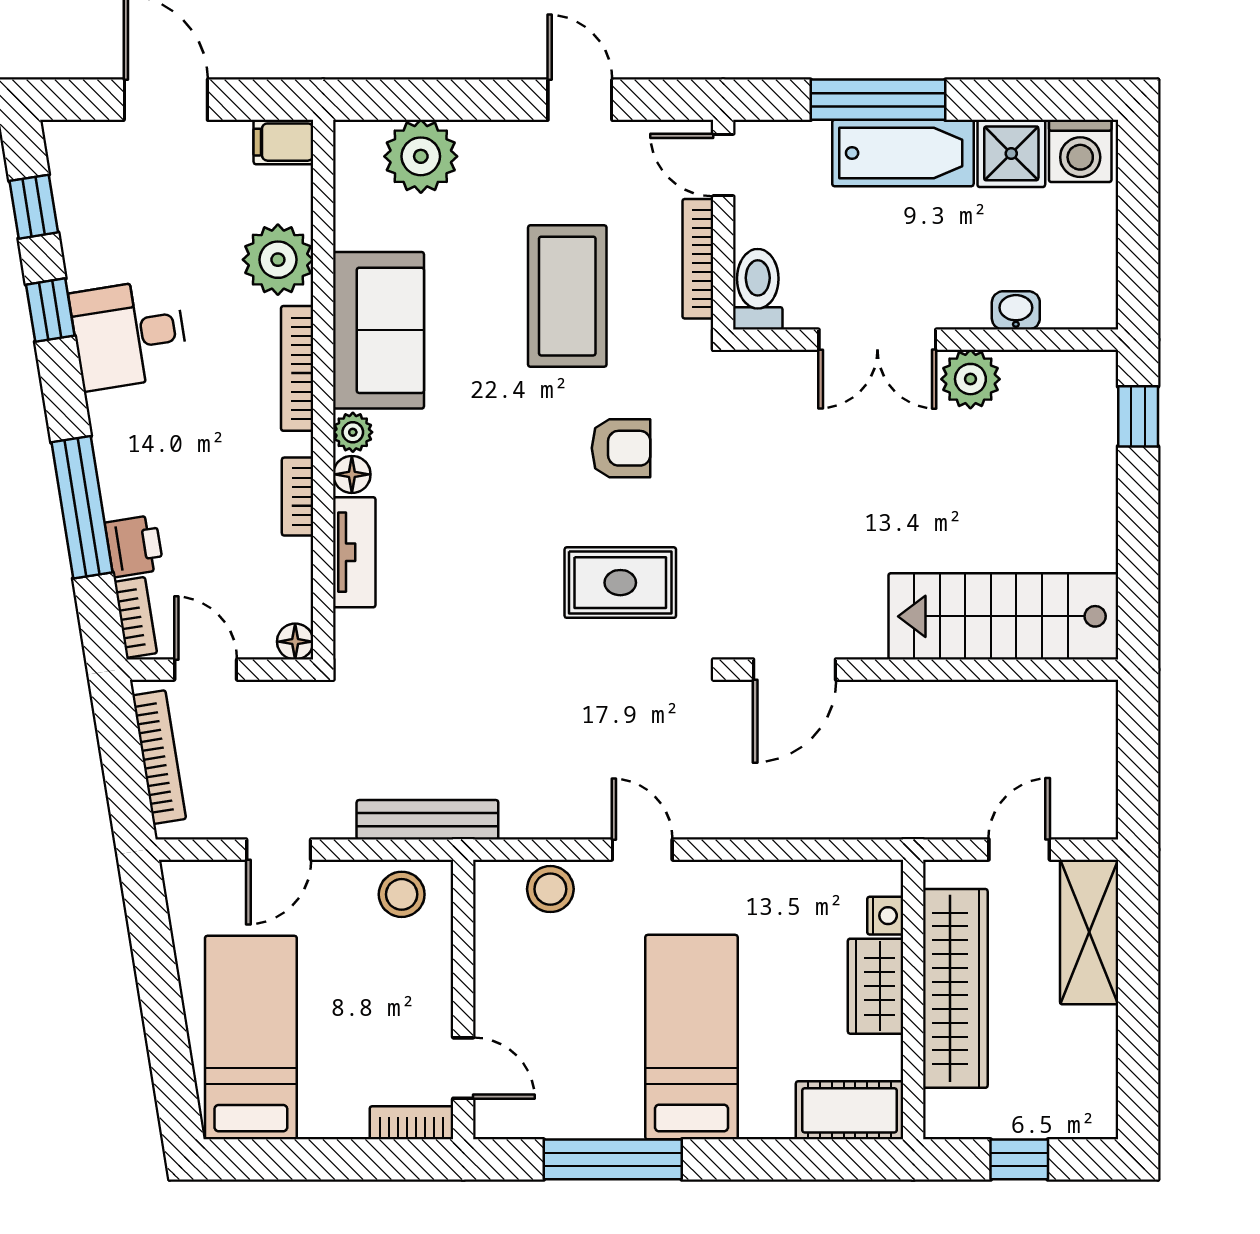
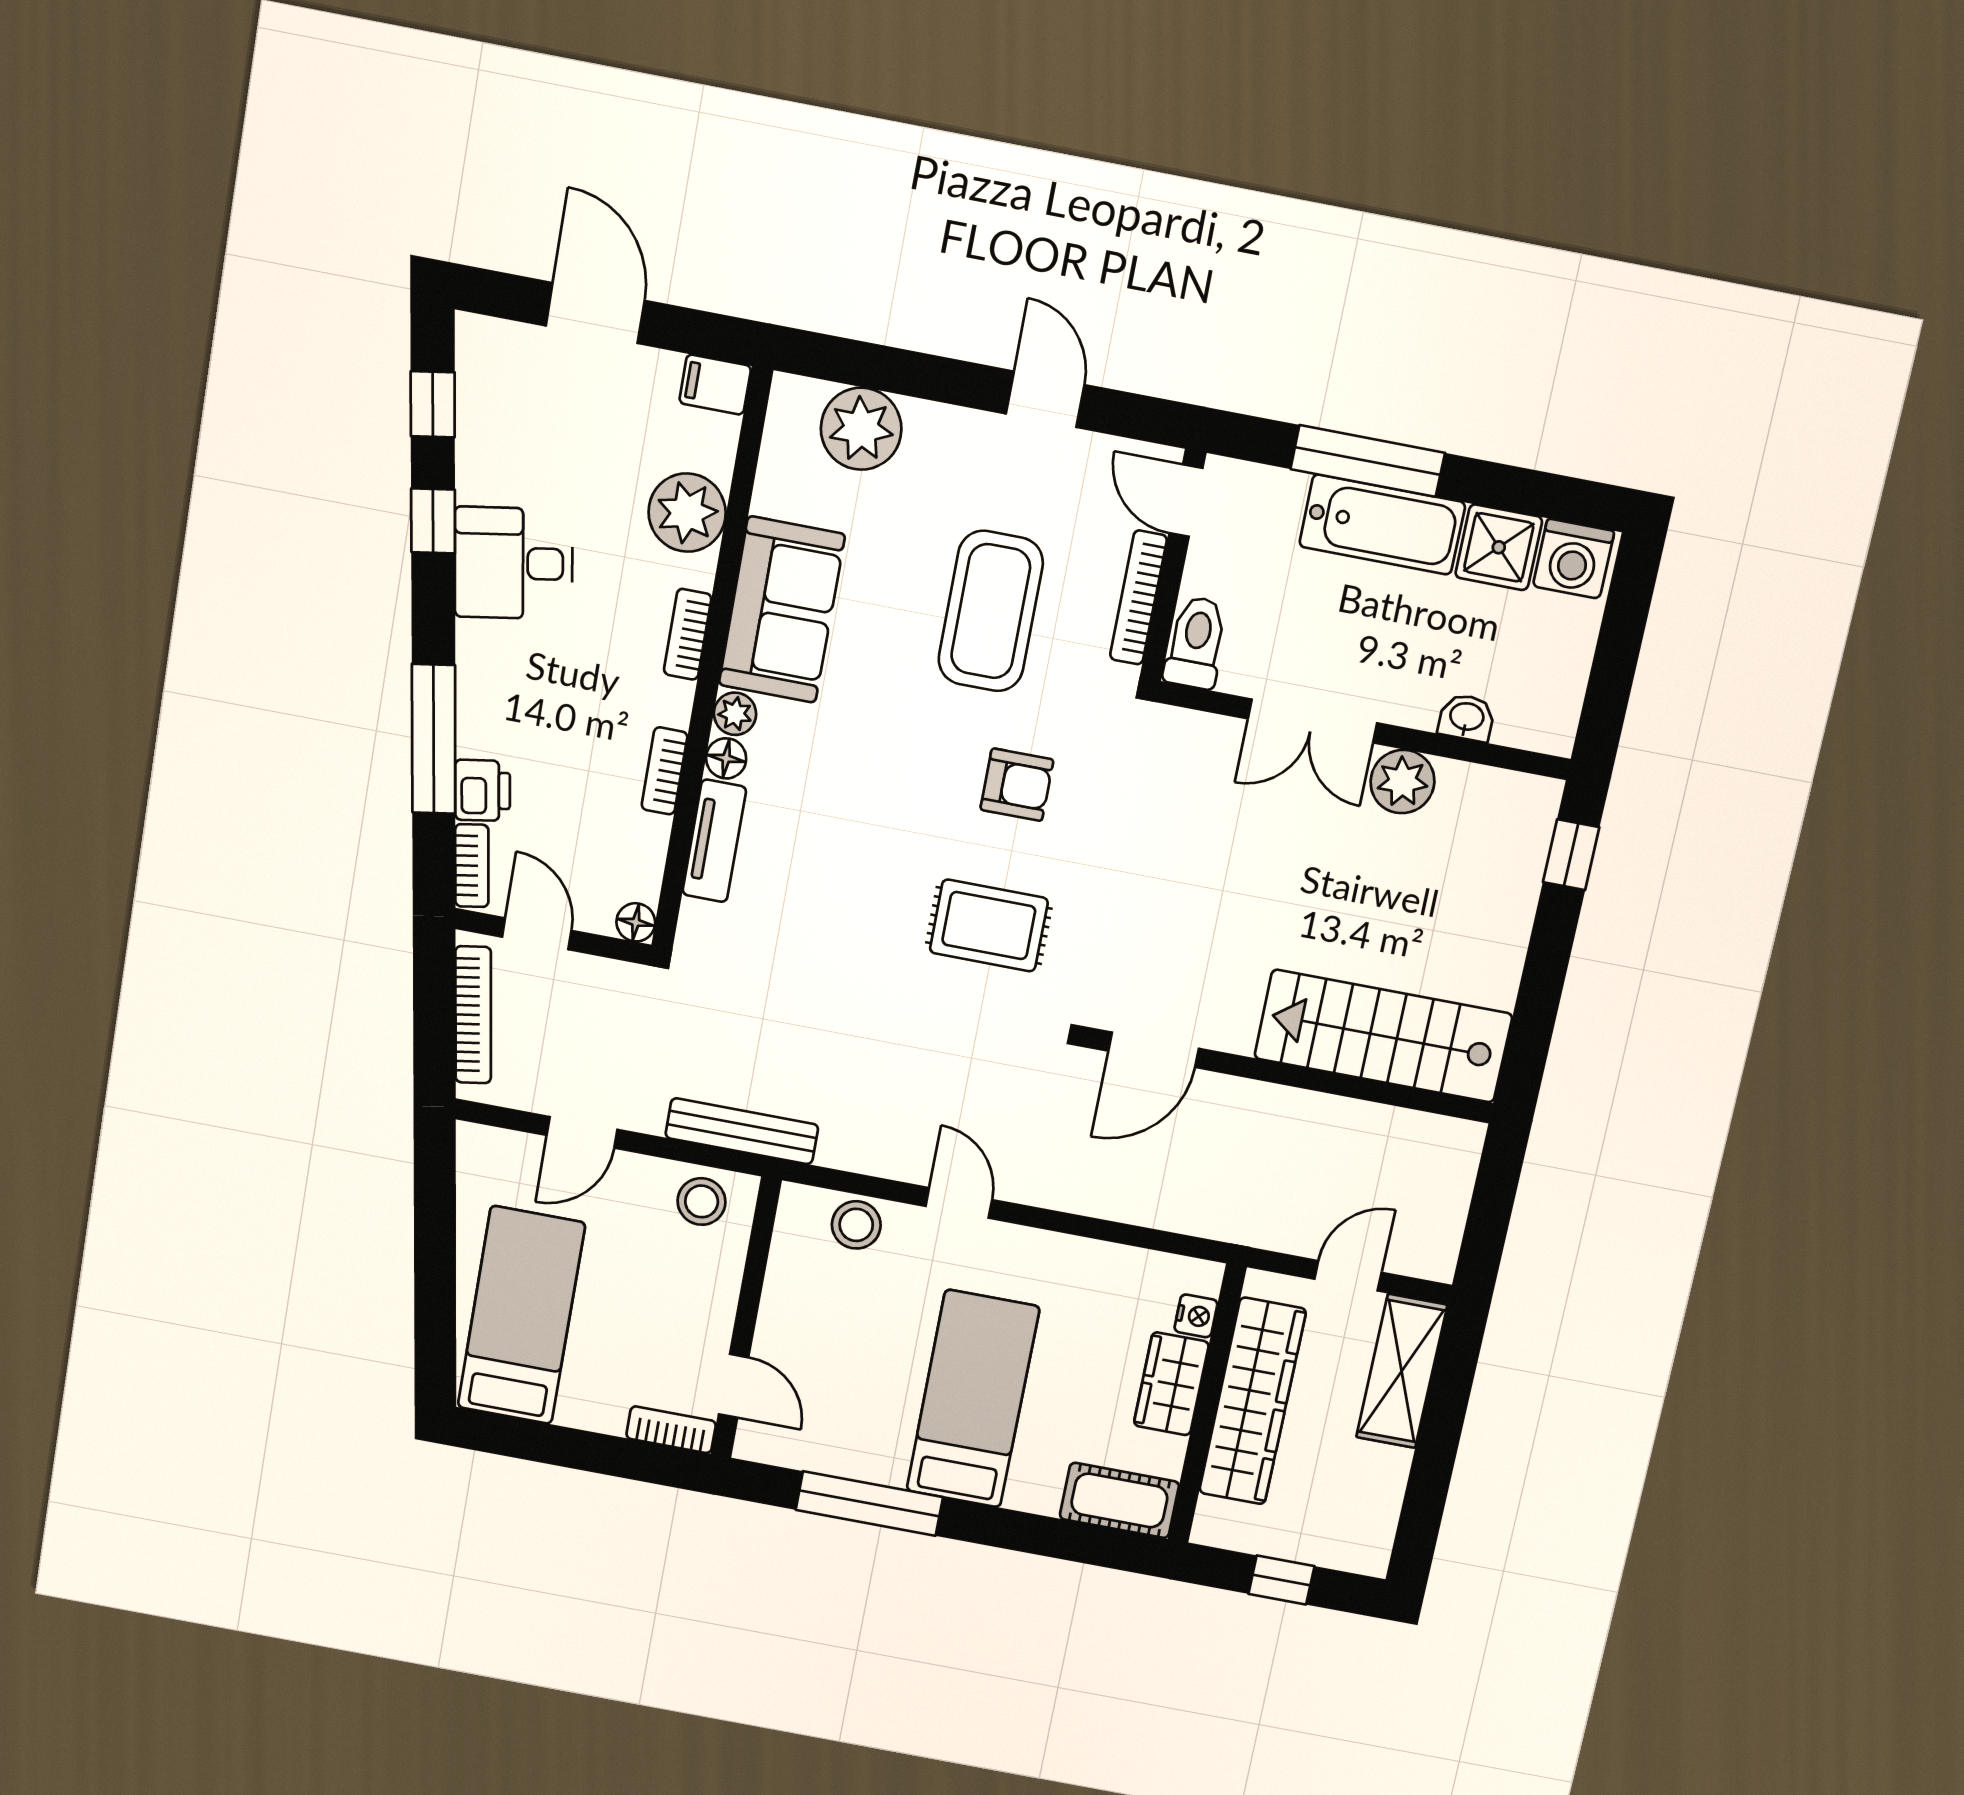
bookcase: (297, 368) -> (688, 634), width x0.64

